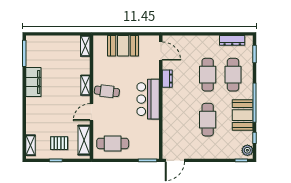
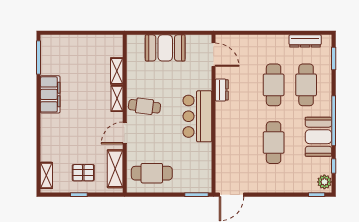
shelving: (85, 46) -> (117, 71), moved

